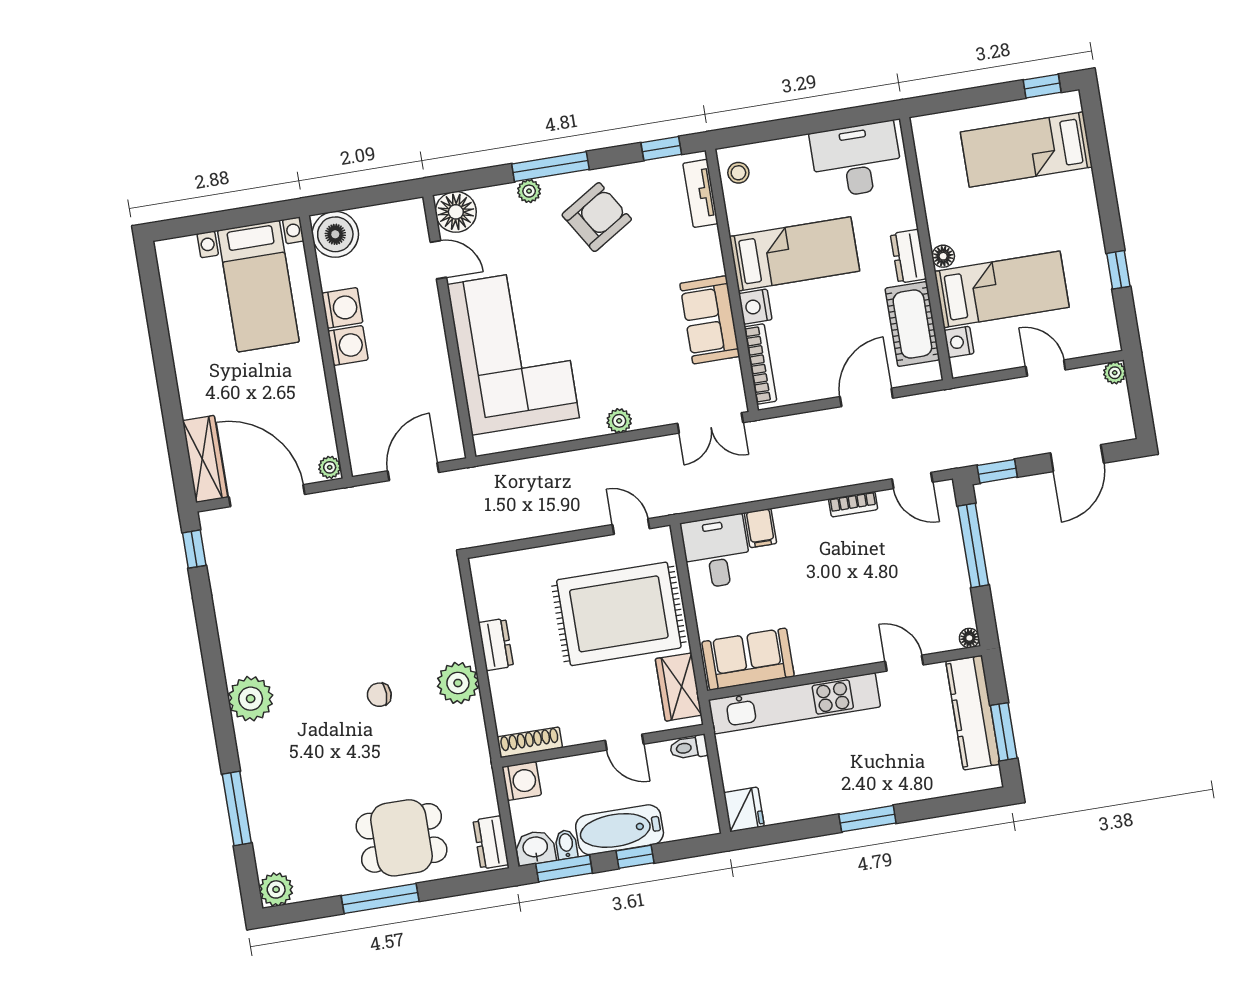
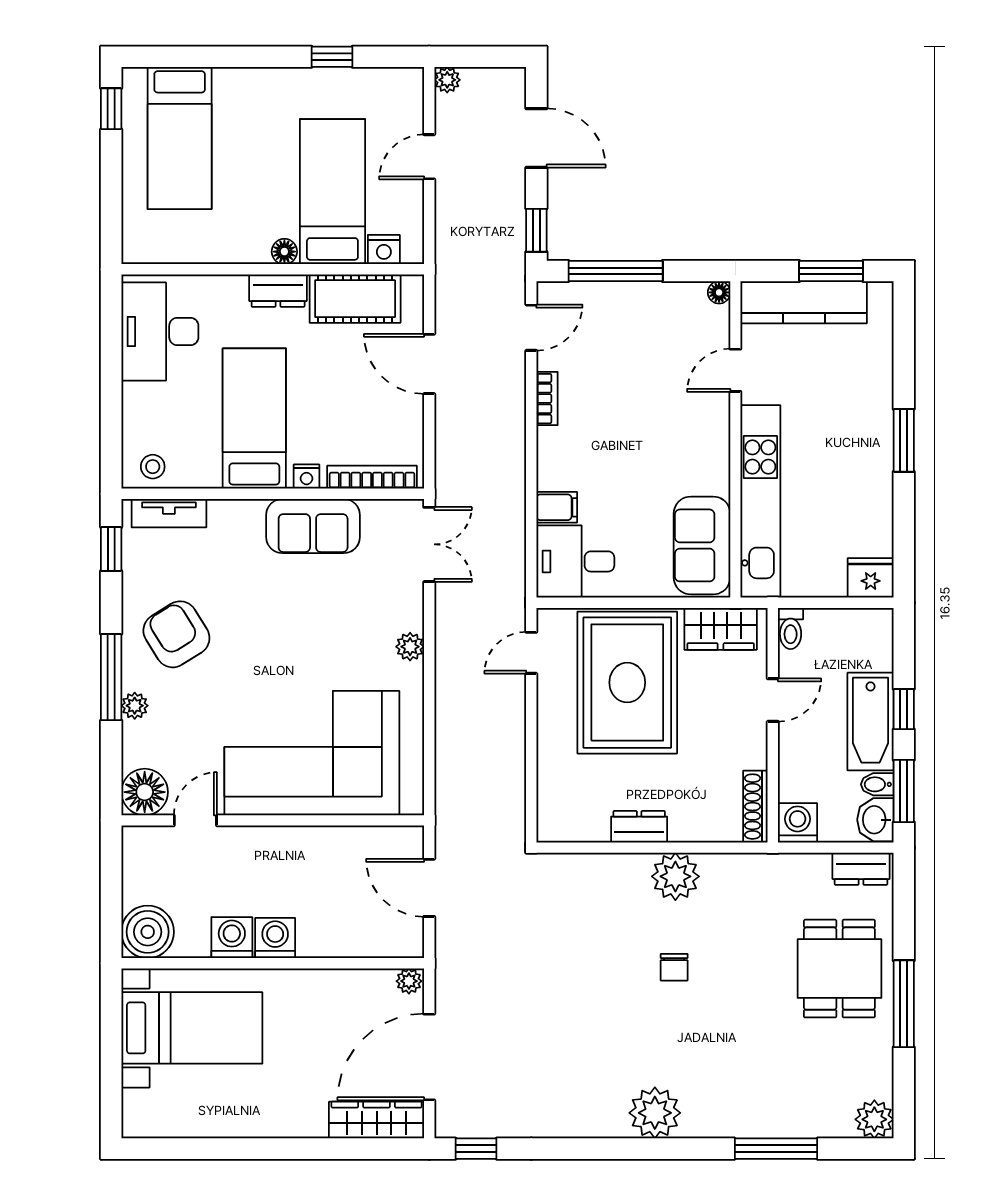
nightstand: (755, 307) -> (307, 477), width x0.72, depth x0.74

